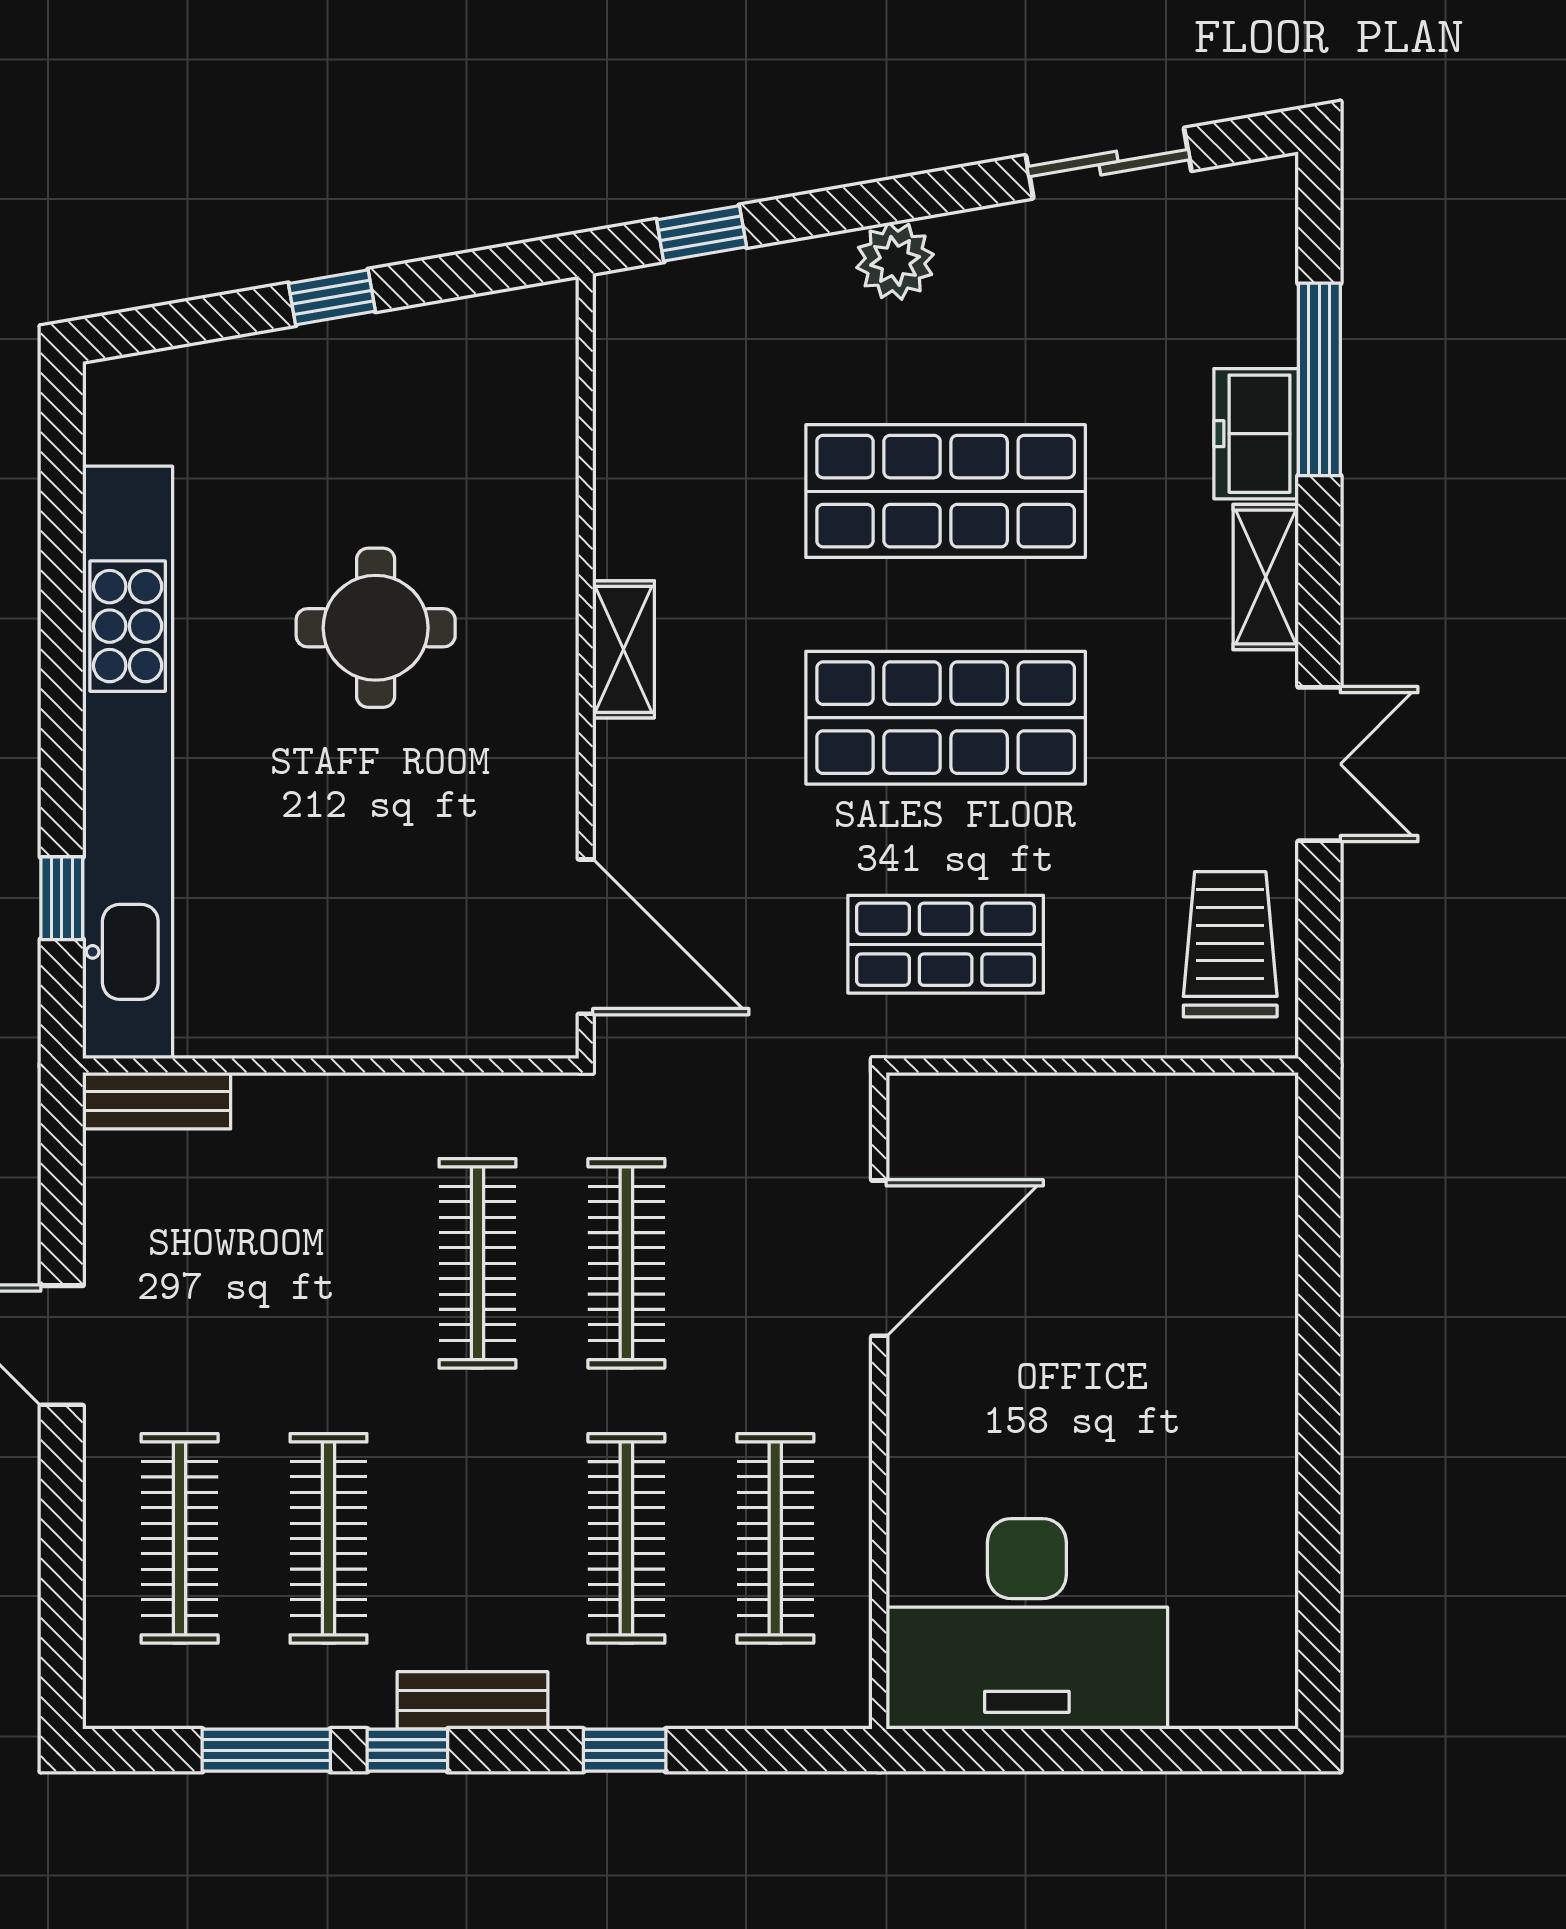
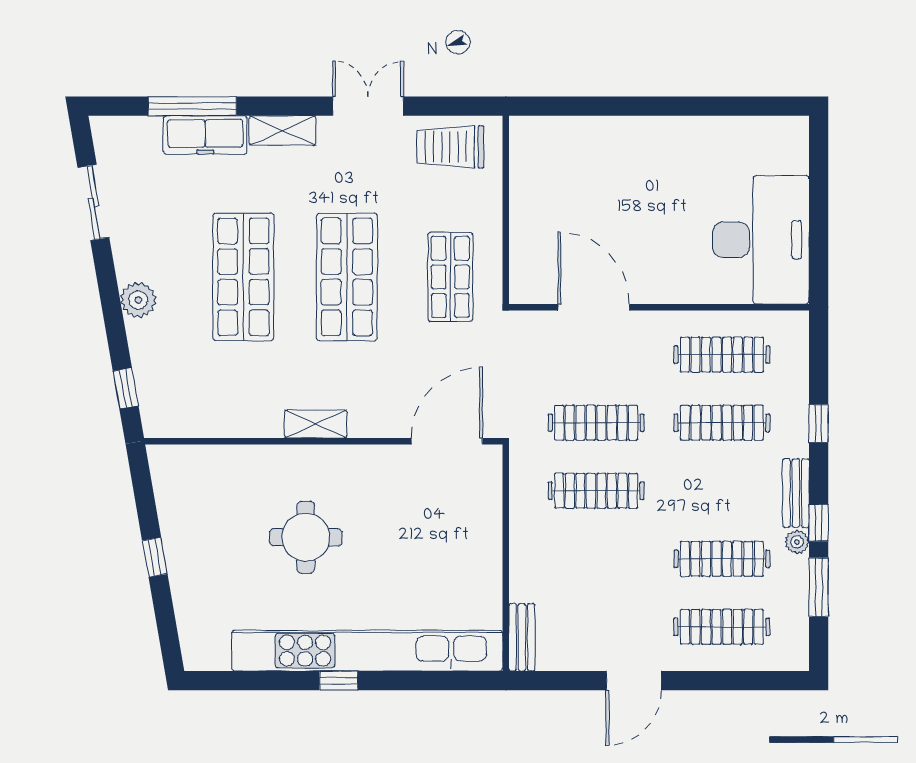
freezer: (1256, 434) -> (205, 135), width x1.40
window: (62, 898) -> (339, 681), moved
plant: (365, 1703) -> (797, 542), added

